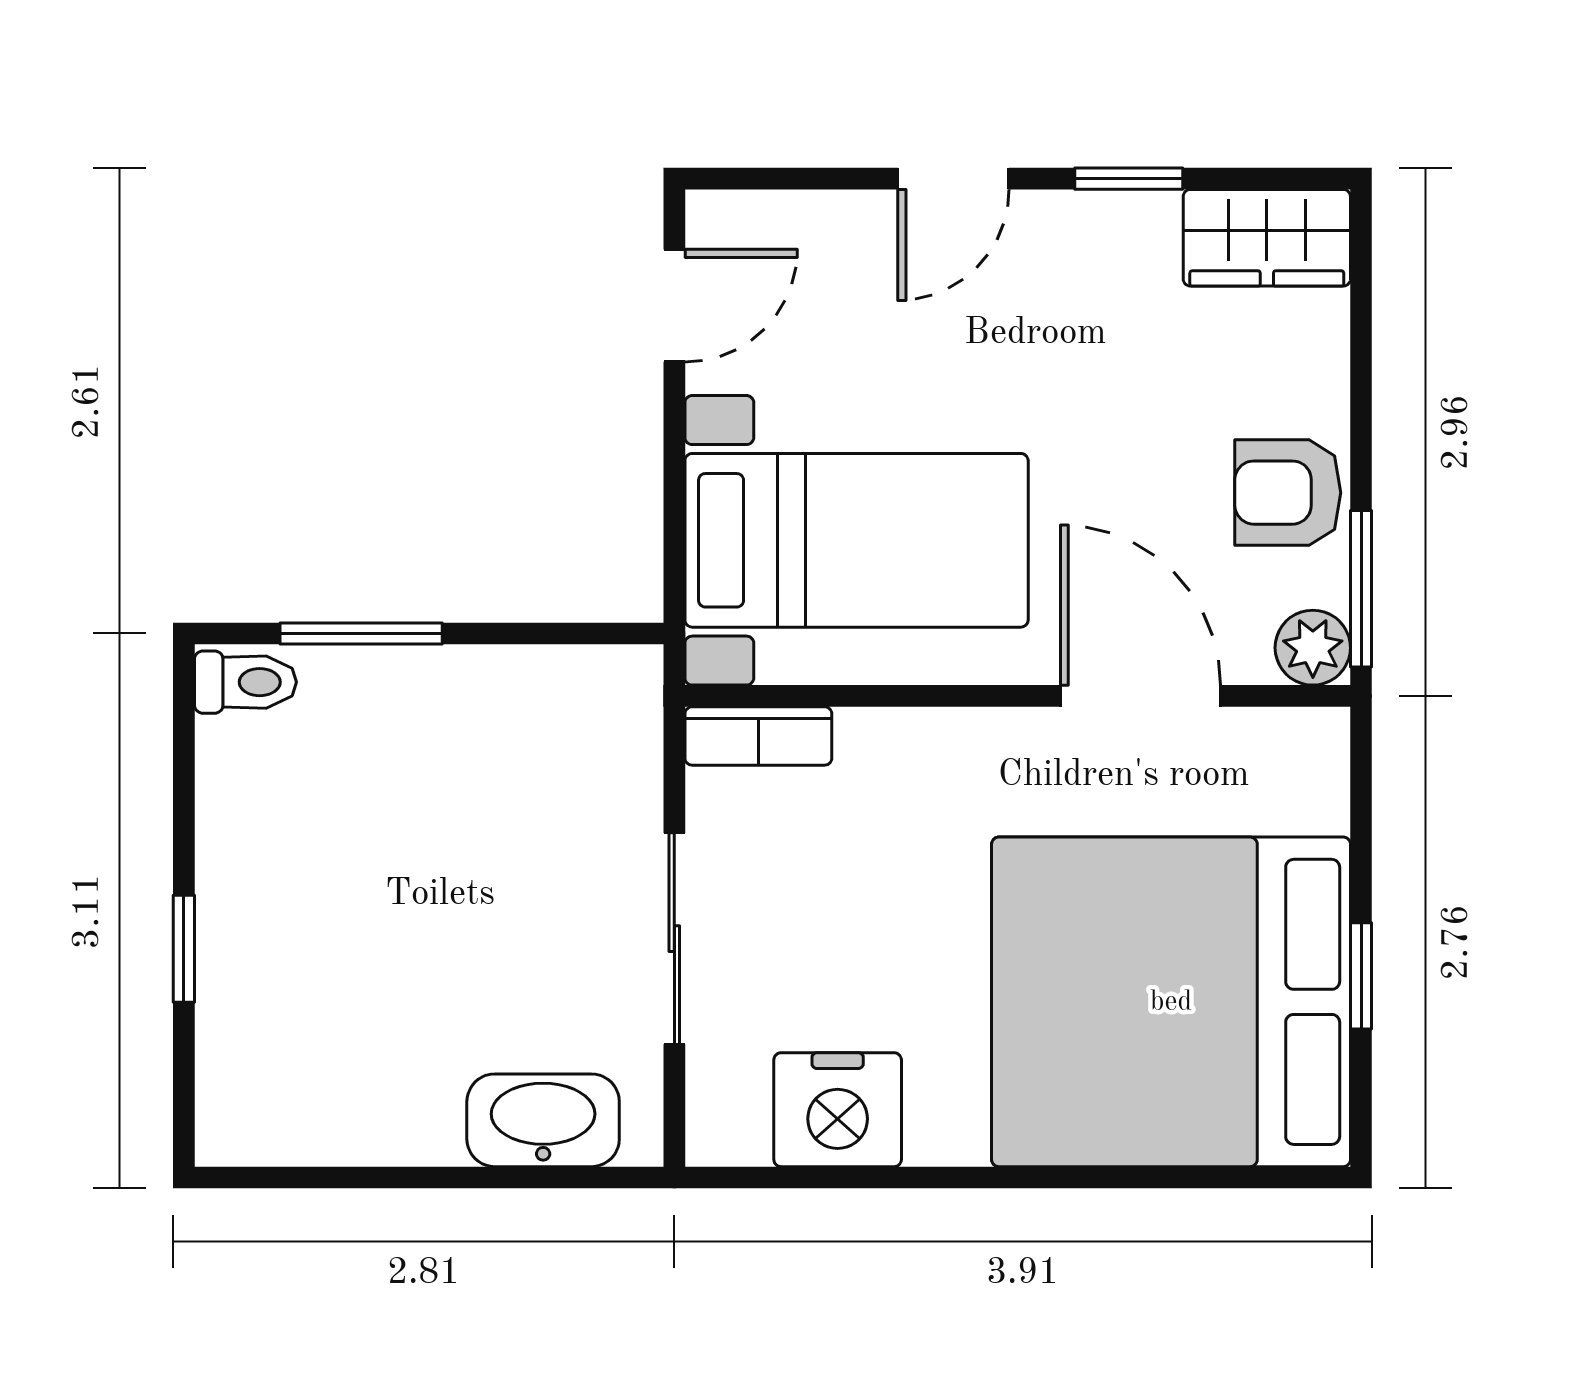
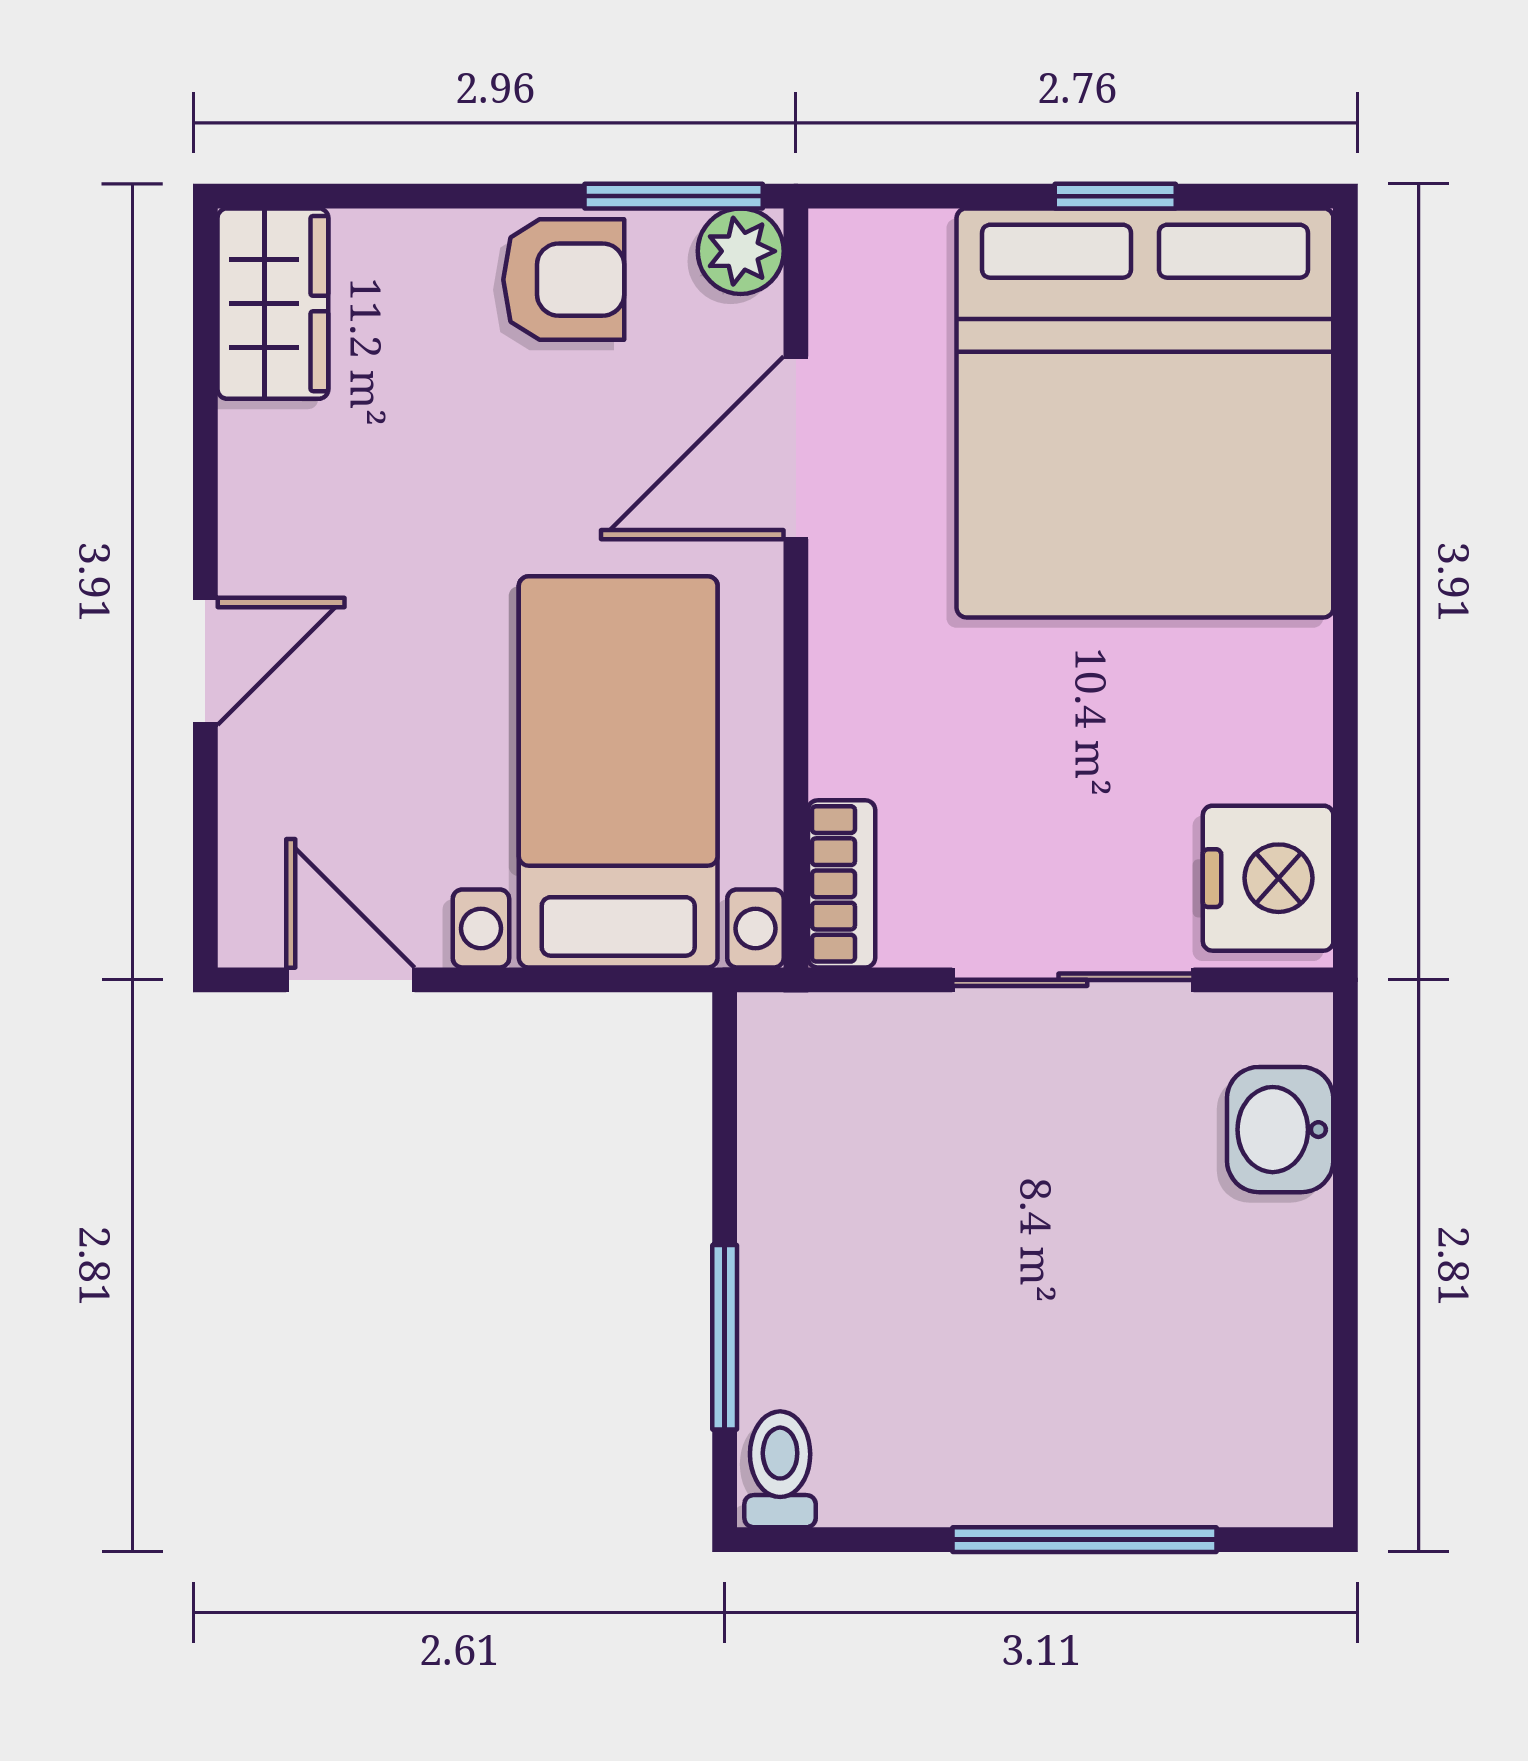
door: (953, 179) -> (205, 661), hinge flipped
window: (1129, 179) -> (205, 461), removed
armchair: (1288, 493) -> (564, 280), turned -90
window: (184, 949) -> (1084, 1540), width x2.17
nightstand: (838, 1110) -> (1268, 878), moved
washbasin: (543, 1120) -> (1280, 1130), width x0.72

